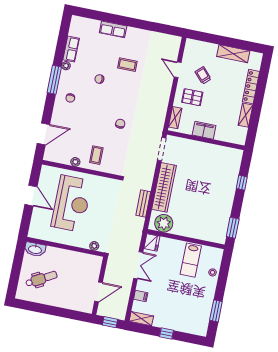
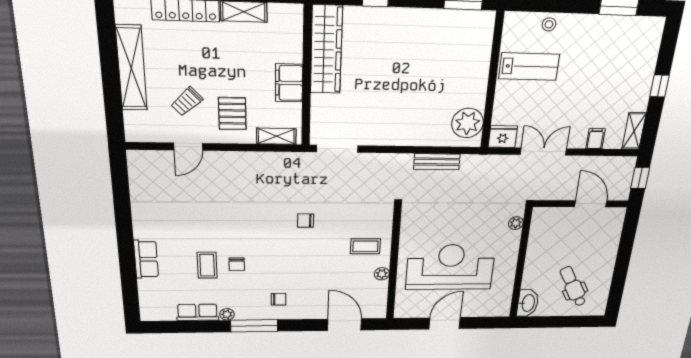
shelving: (233, 54) -> (131, 68), width x1.47
coffee table: (127, 65) -> (207, 265), moved
wardrobe: (164, 187) -> (326, 50), moved, turned 90

